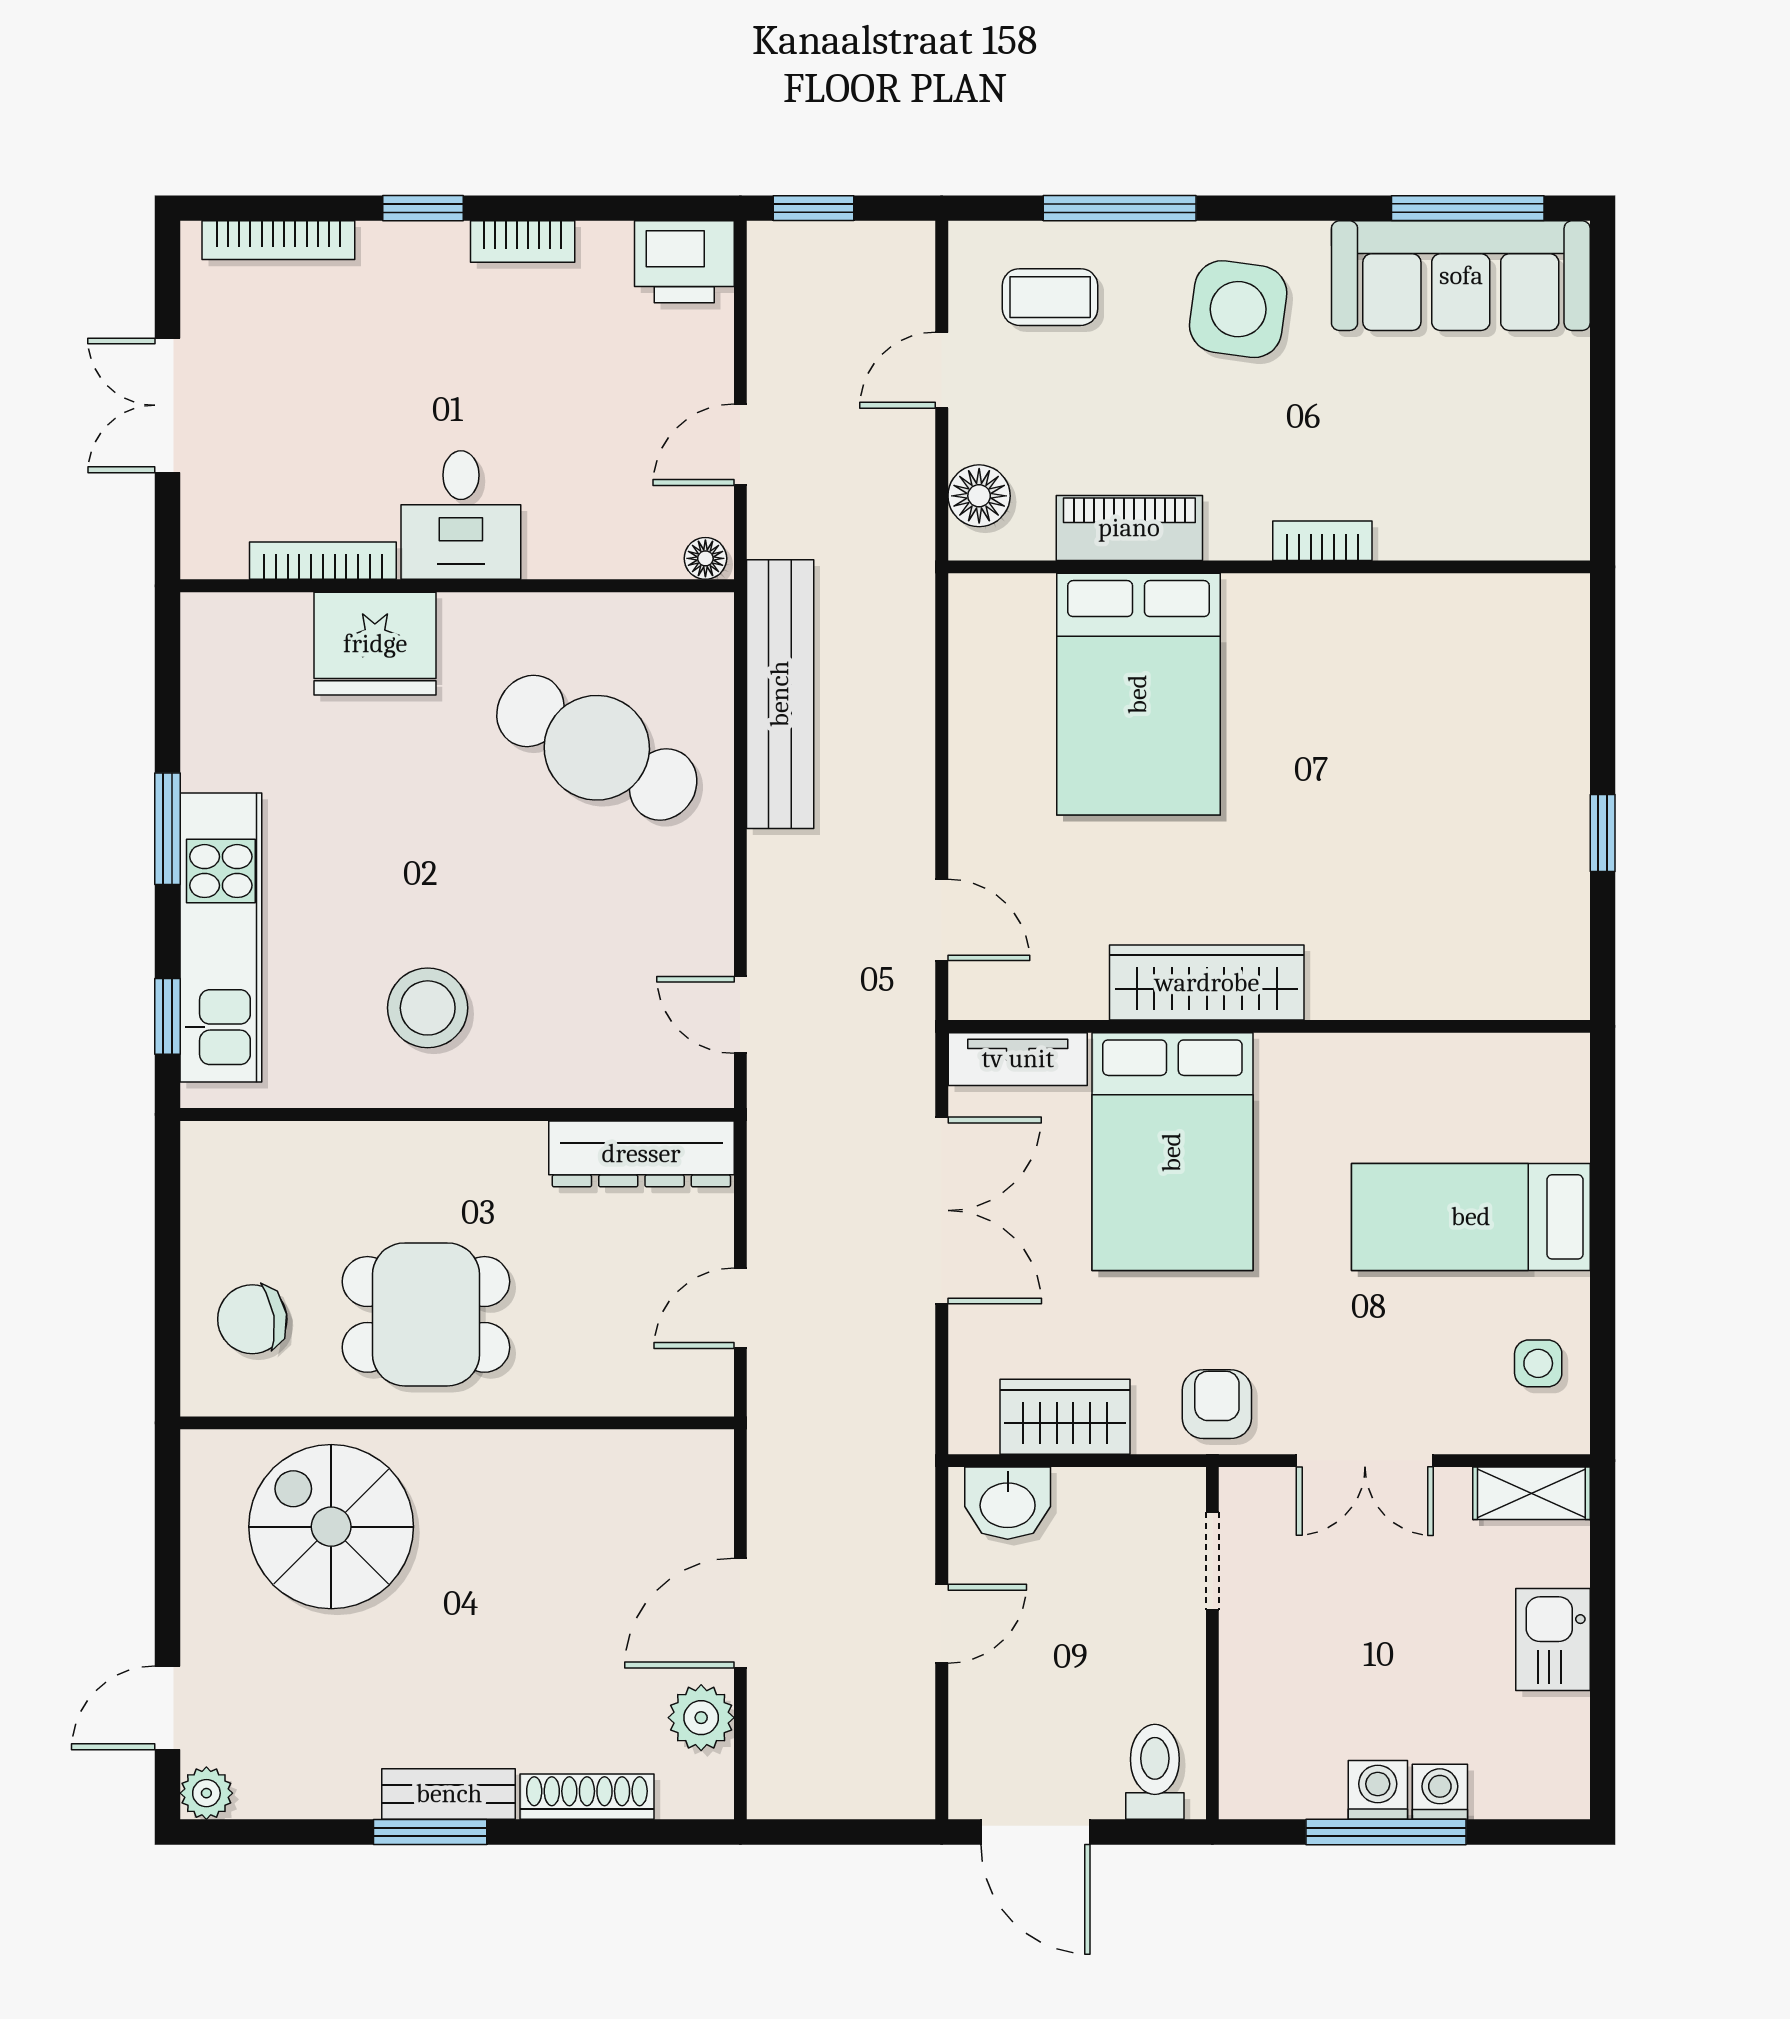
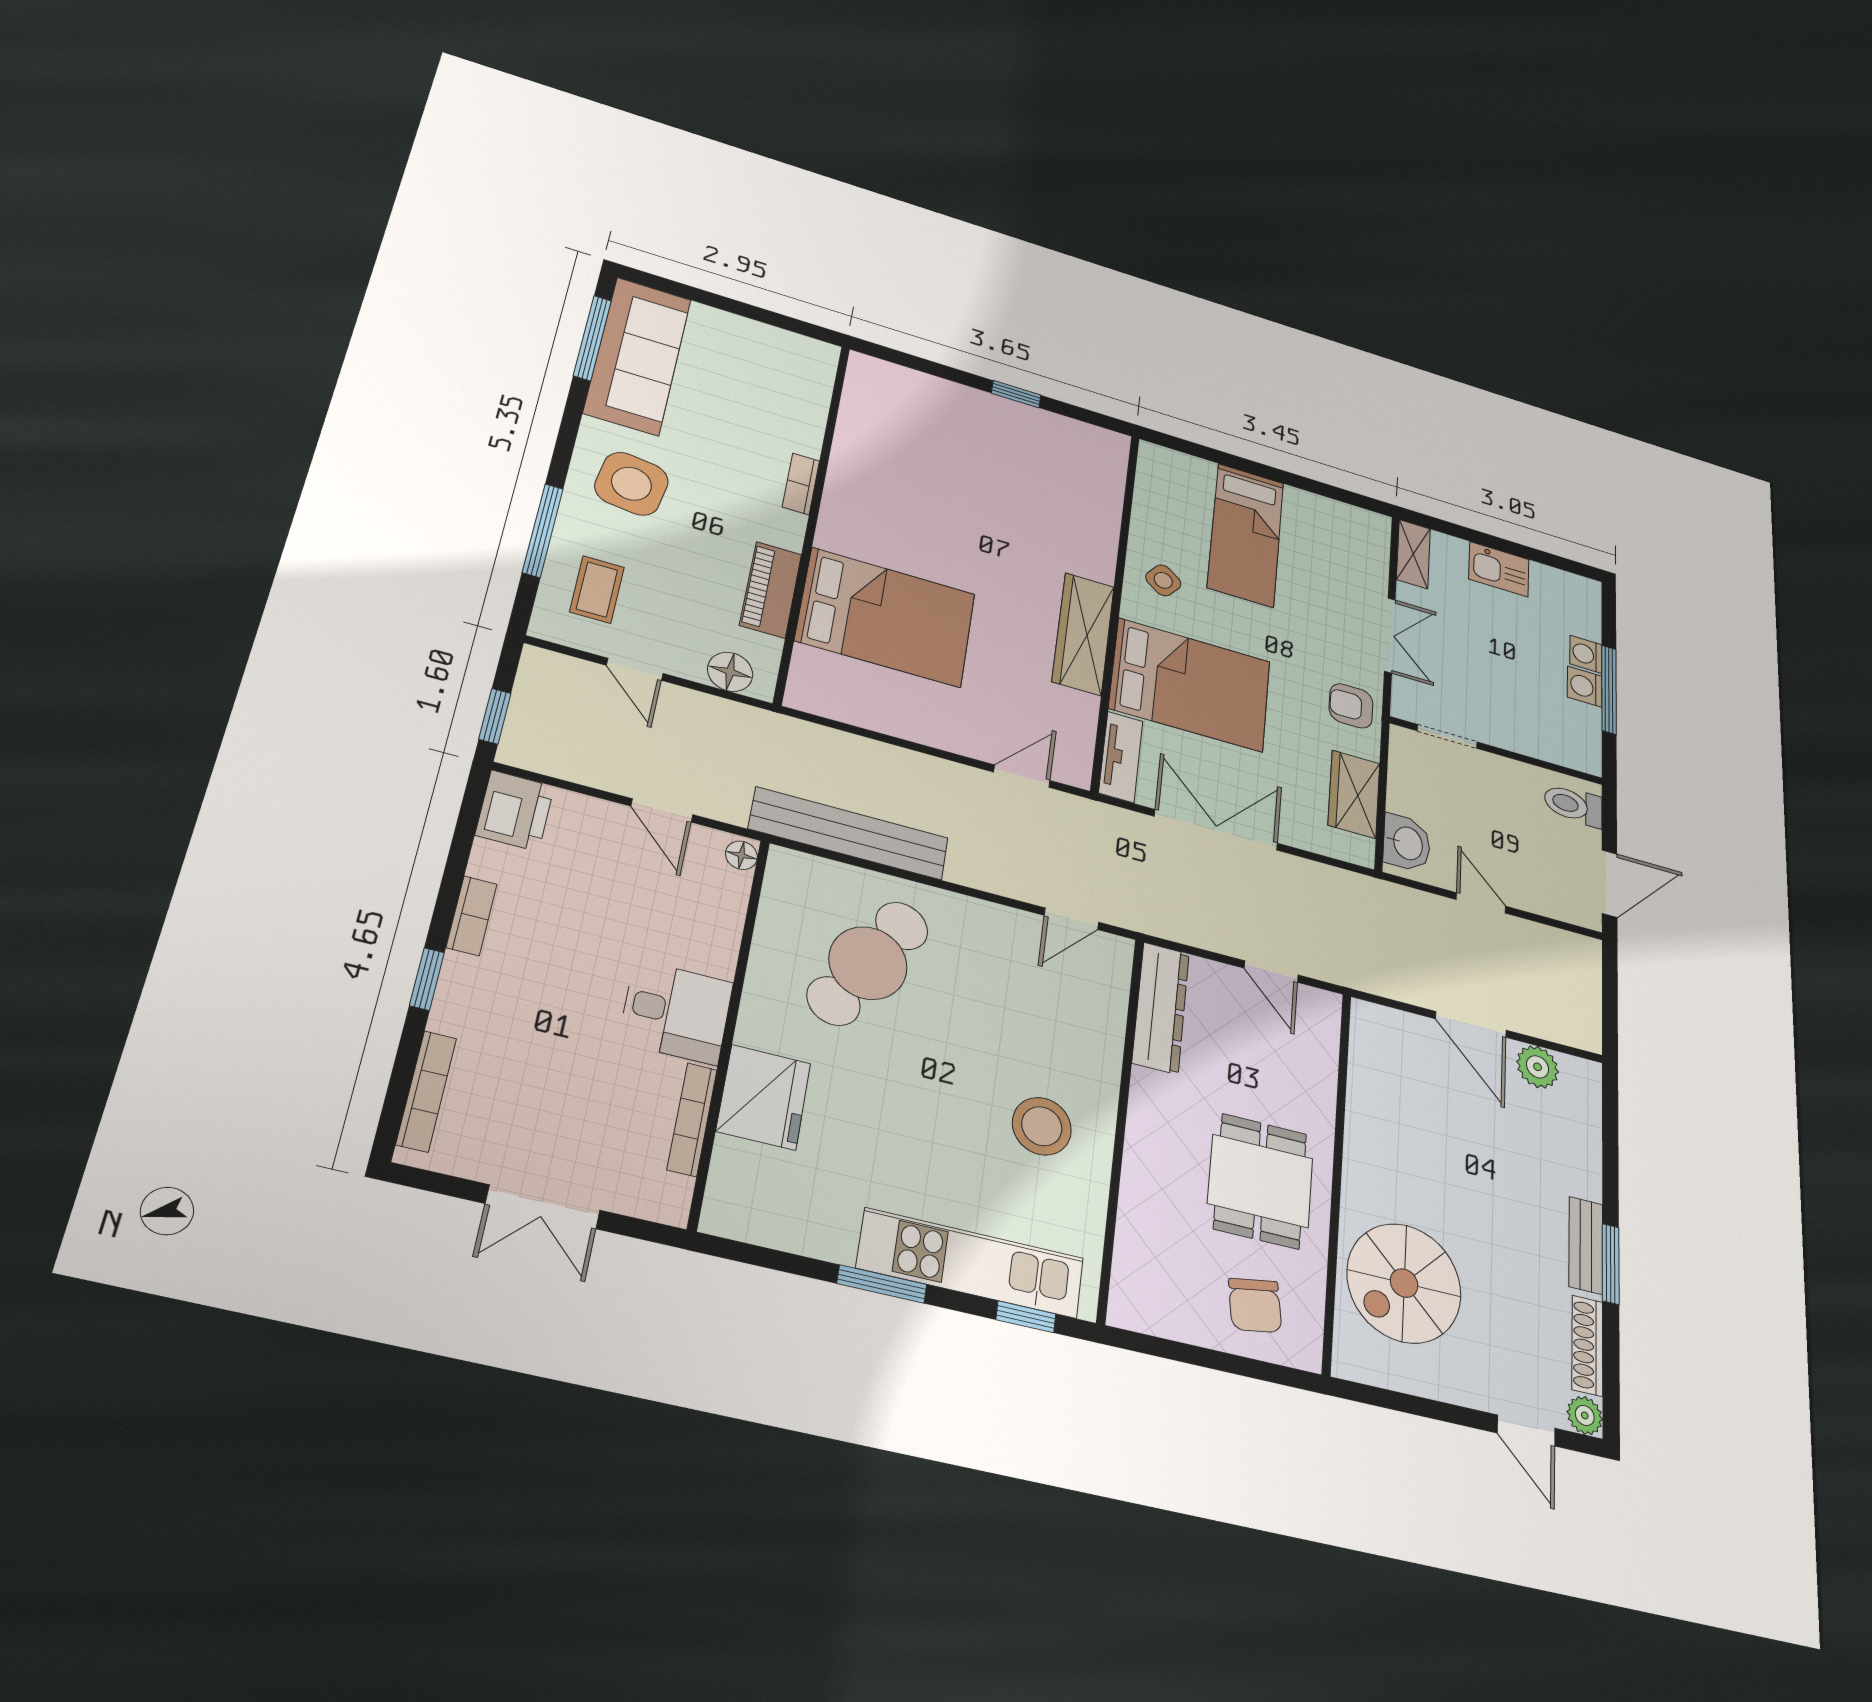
side table: (1538, 1363) -> (1163, 580), moved, turned 38
shoe rack: (587, 1797) -> (1587, 1346), moved

